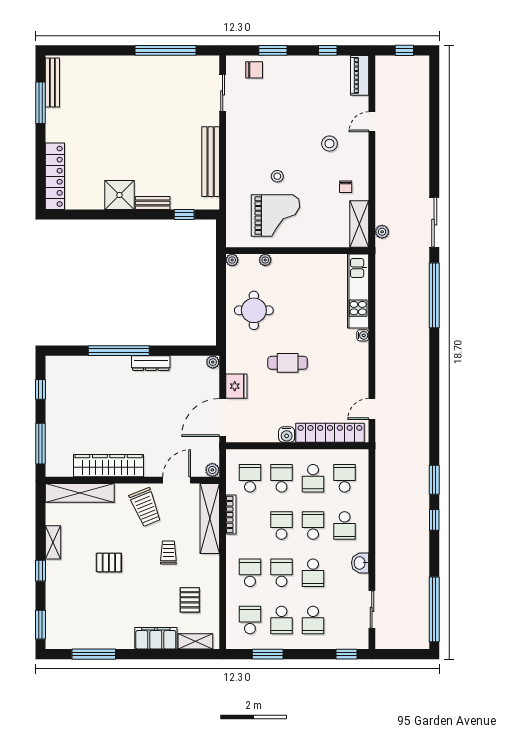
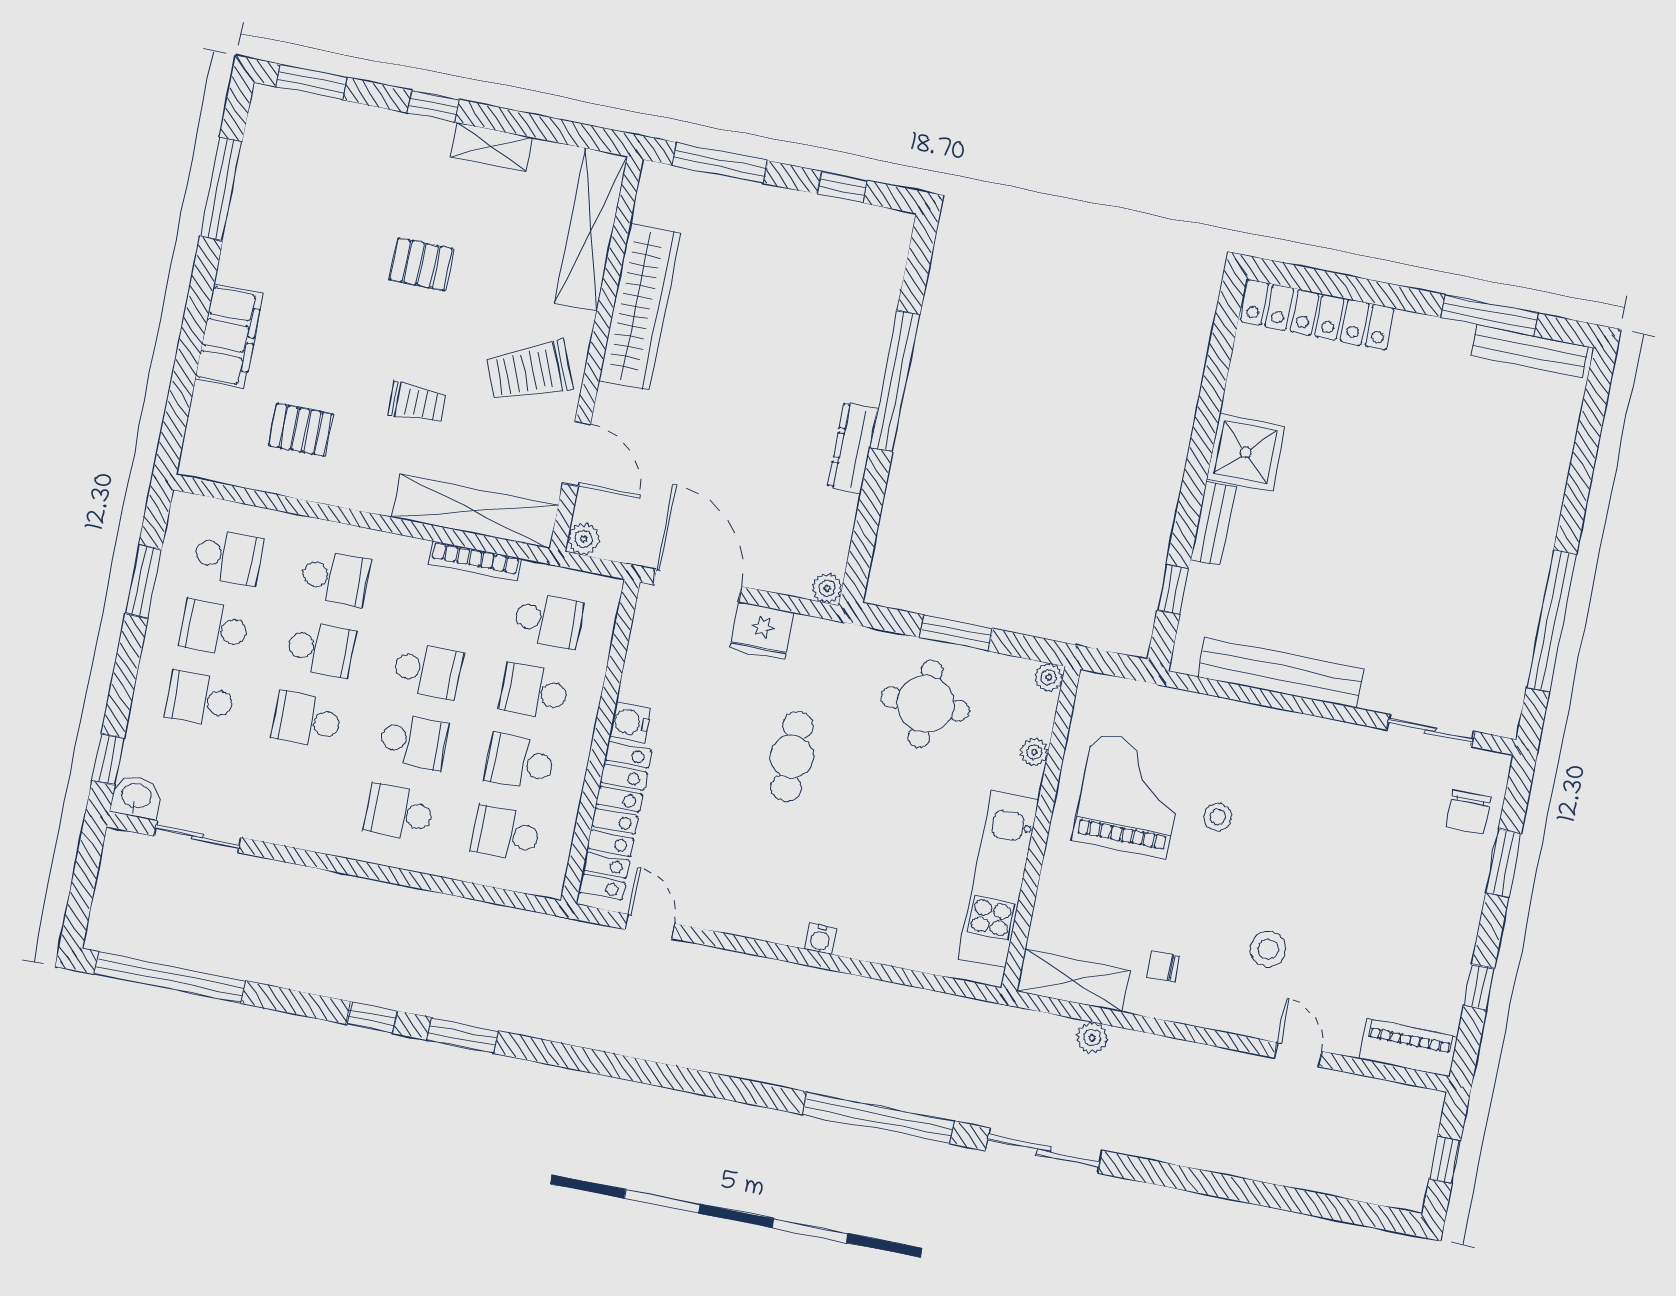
grand piano: (275, 216) -> (1130, 795), turned 180
plant: (382, 232) -> (1092, 1038), moved
kitchen unit: (358, 291) -> (999, 879), moved, turned -90
window: (221, 303) -> (956, 633), added
school desk: (282, 478) -> (534, 691), turned 180
school desk: (345, 478) -> (506, 834), turned 180
pallet: (109, 562) -> (421, 264), turned 90
washbasin: (360, 563) -> (136, 797), moved
shelving: (195, 641) -> (204, 424), removed

